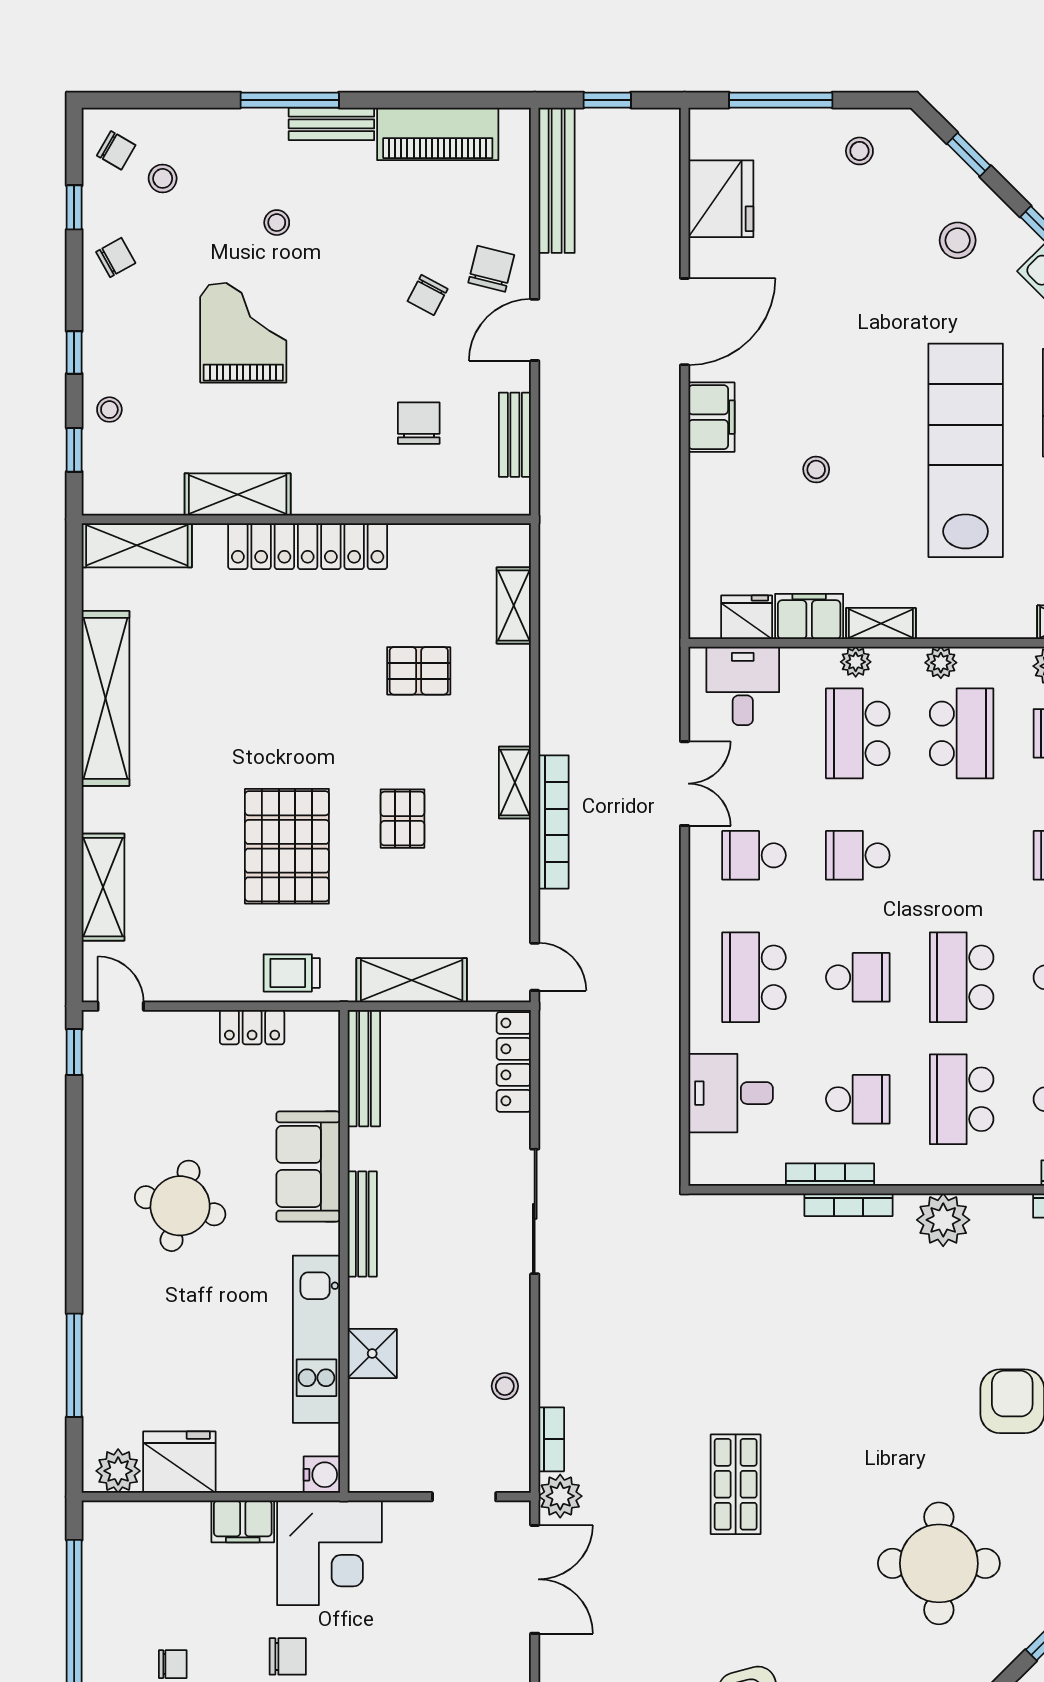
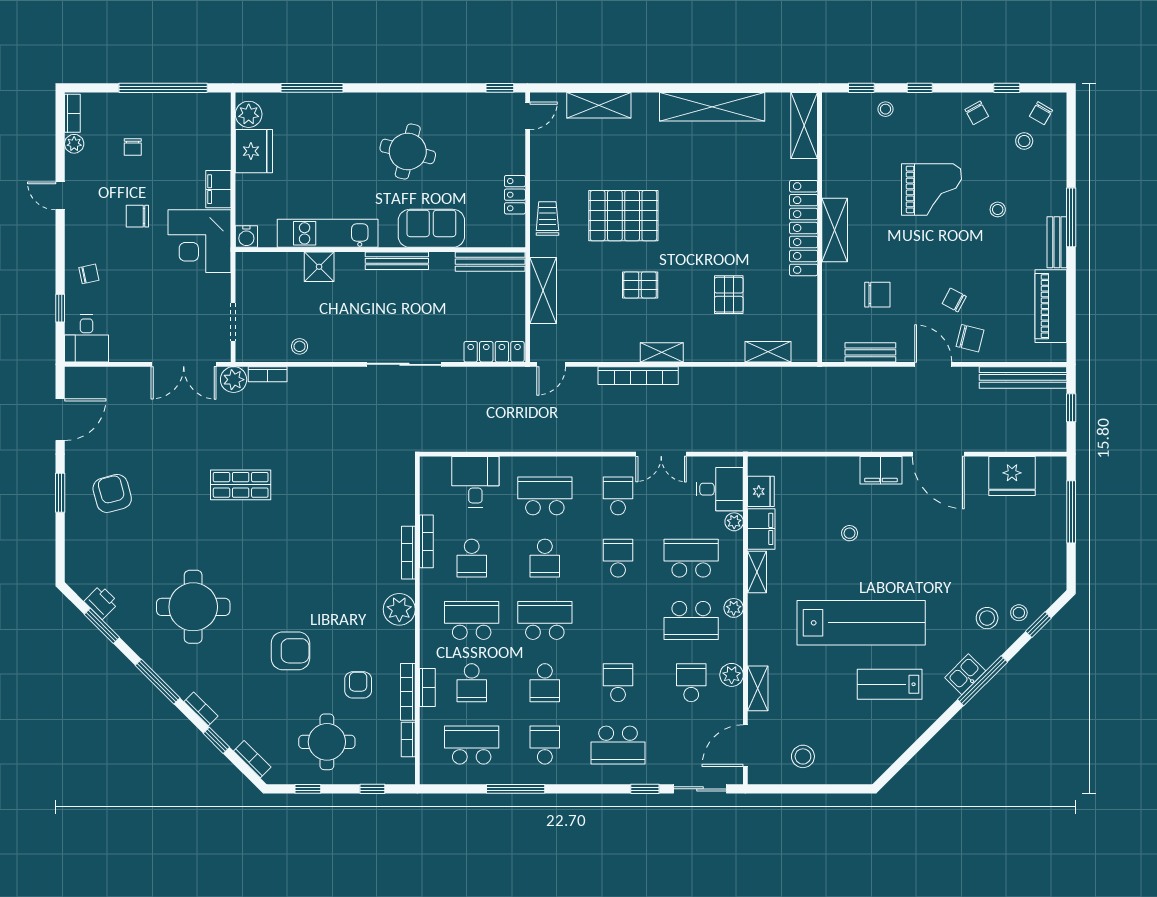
stool: (859, 151) -> (1019, 613), moved
shelving: (238, 494) -> (835, 230), moved
plant: (856, 662) -> (734, 522), moved
chair: (288, 1656) -> (137, 216), turned 90

